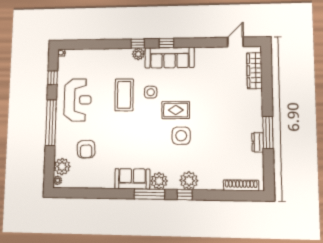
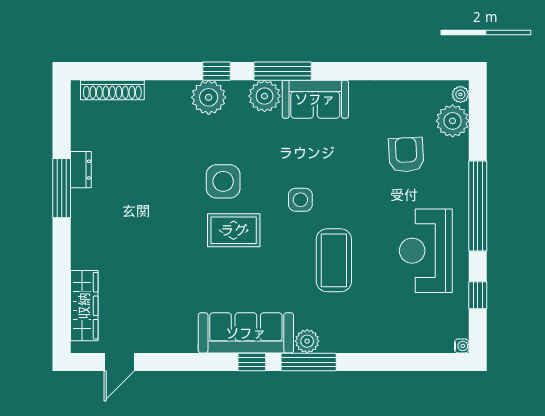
window: (138, 44) -> (309, 362), width x2.17
side table: (151, 92) -> (300, 200), moved

